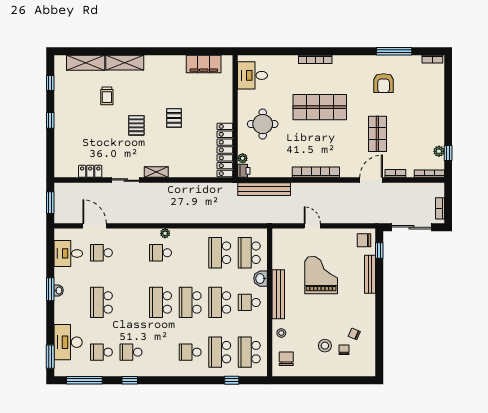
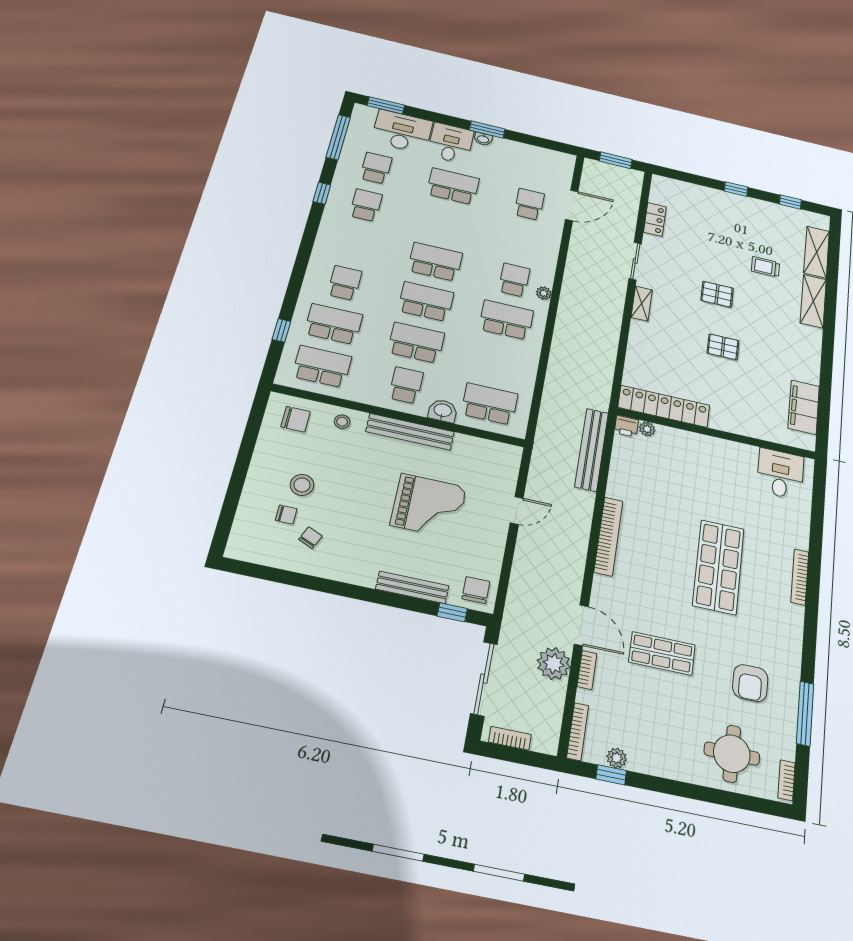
armchair: (384, 83) -> (750, 683), turned -90
round table: (263, 124) -> (732, 754), moved
plant: (396, 192) -> (554, 664), added
desk: (68, 253) -> (451, 143), moved
school desk: (220, 253) -> (506, 320), moved

